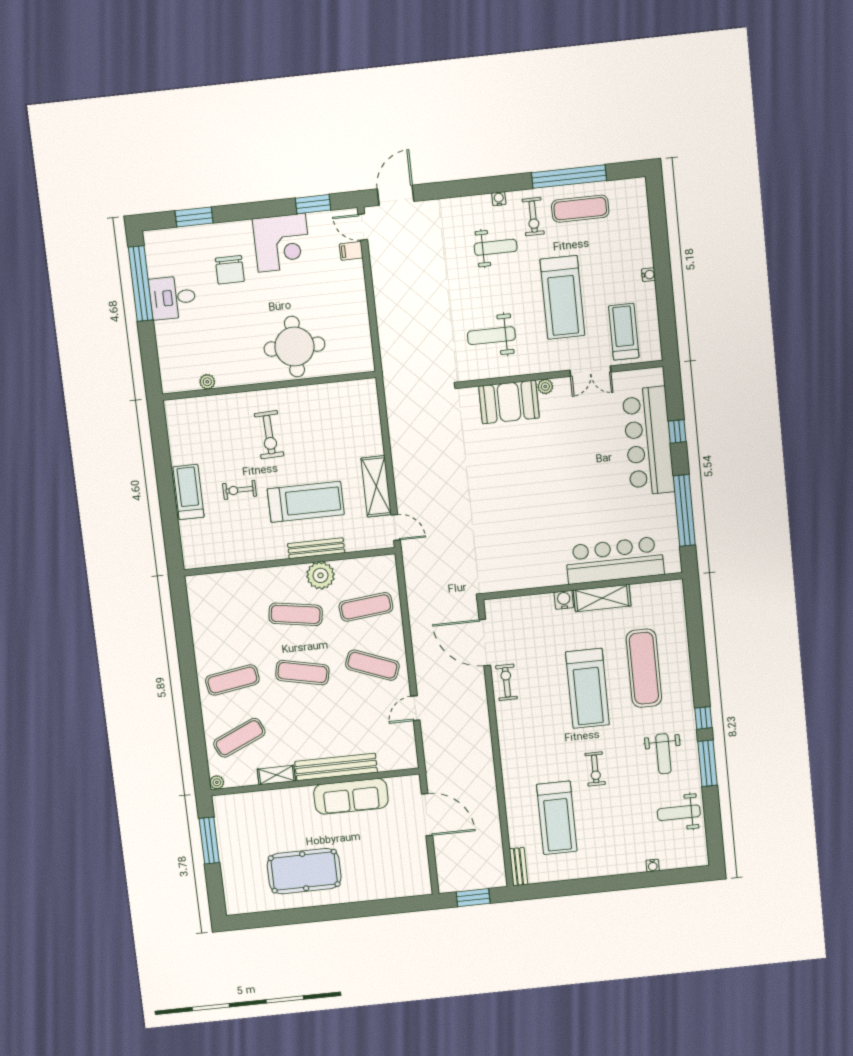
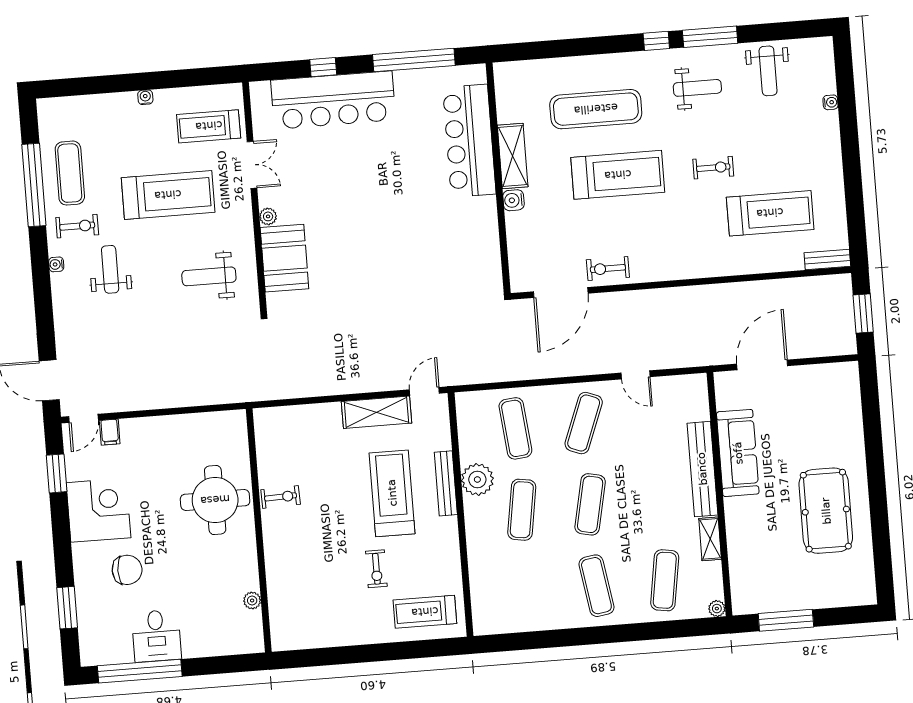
weight bench: (491, 336) -> (209, 276), turned 90
exercise bike: (269, 435) -> (281, 497), moved, width x0.73, depth x0.72
treadmill: (188, 492) -> (425, 612), moved
exercise mat: (239, 738) -> (665, 580), turned 33

